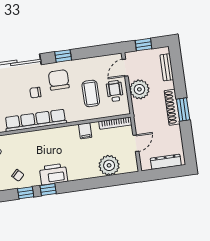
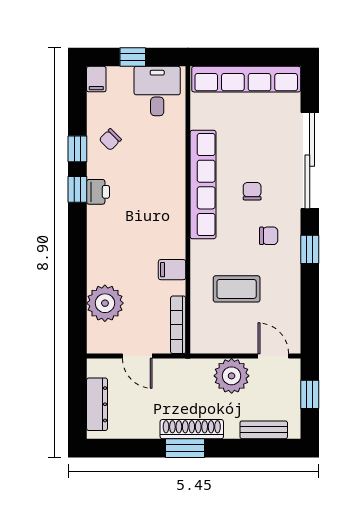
chair: (59, 80) -> (269, 236), width x0.54, depth x0.54
wheelchair: (115, 91) -> (235, 332), removed
printer: (53, 174) -> (98, 192), width x0.53, depth x0.68

